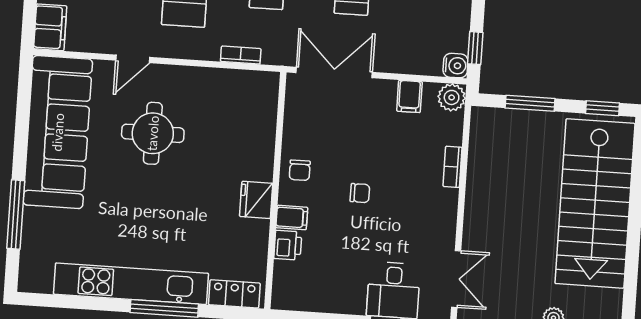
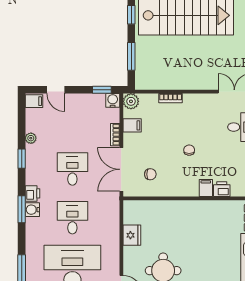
bookcase: (241, 55) -> (115, 135), moved
chair: (300, 170) -> (150, 174), moved
fridge: (256, 200) -> (132, 235), moved, turned -90

